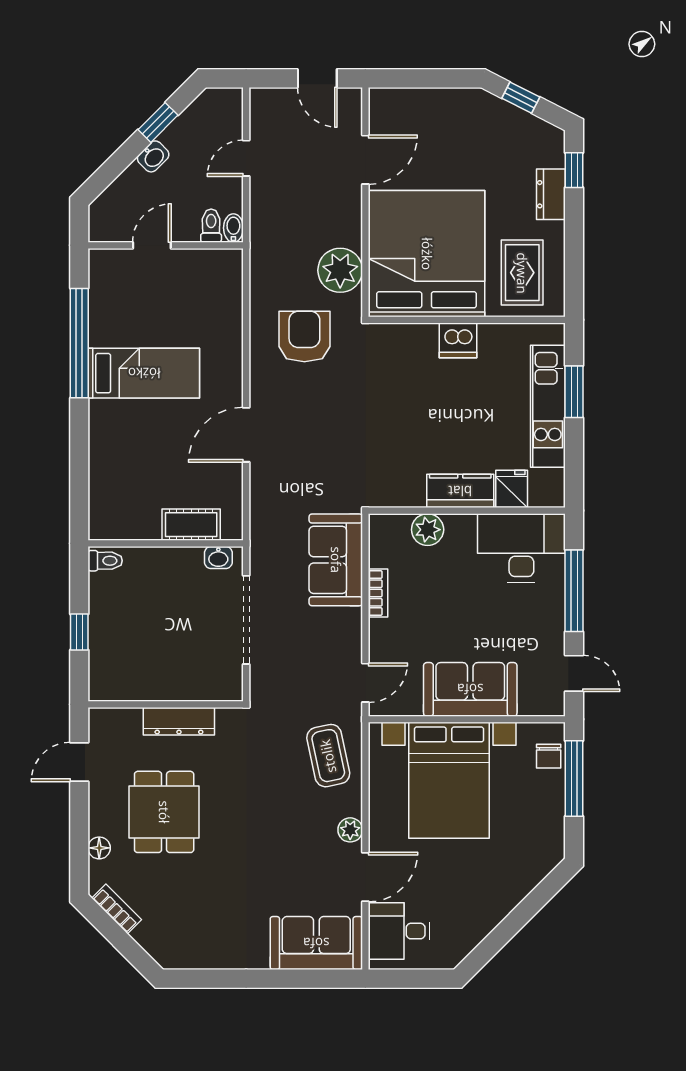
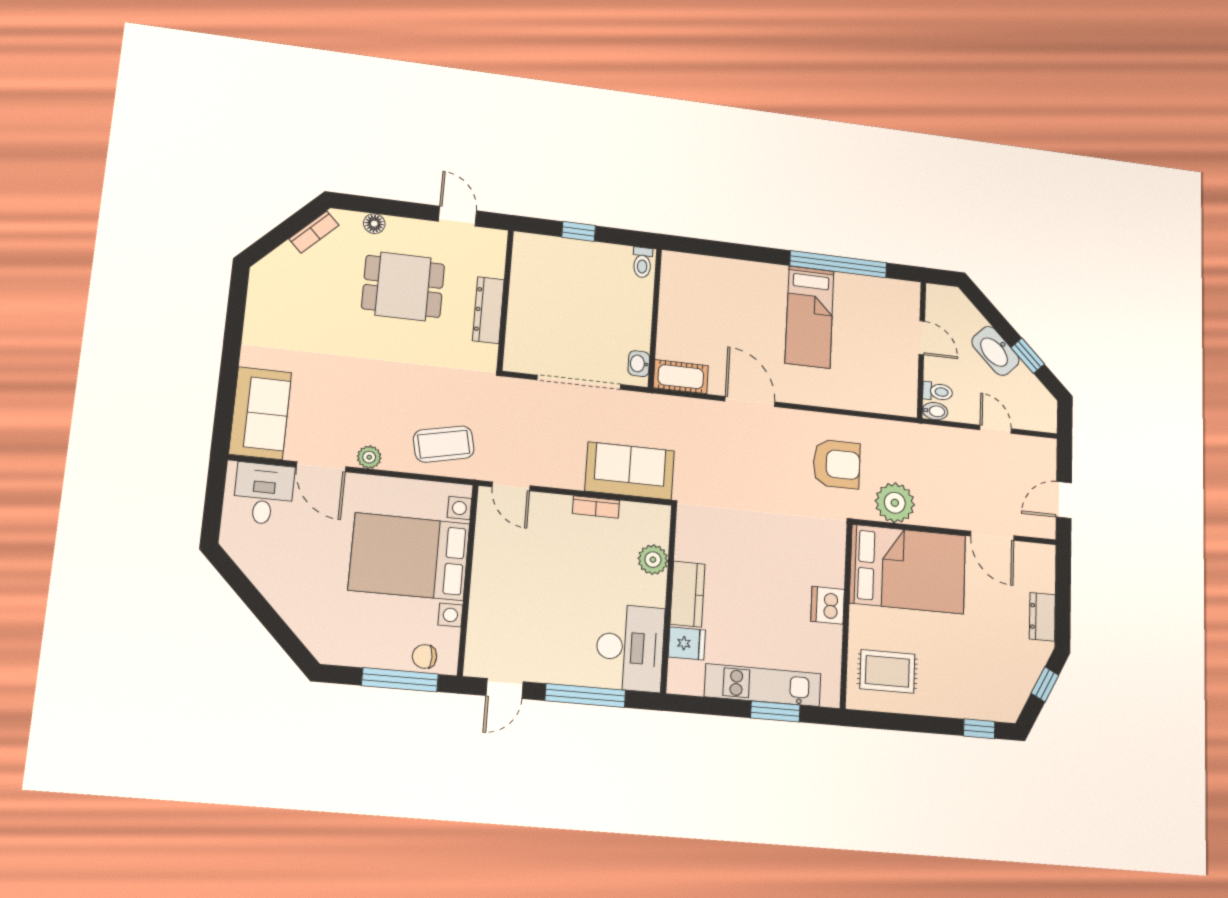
washbasin: (153, 156) -> (995, 351), width x1.91, depth x1.45
dresser: (551, 194) -> (1042, 617), moved, turned -90
bed: (427, 254) -> (908, 569), width x0.73
cot: (191, 525) -> (681, 377), moved, turned 90
sofa: (470, 689) -> (497, 586), removed

